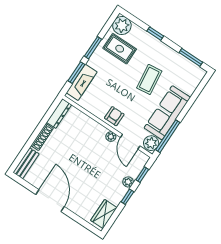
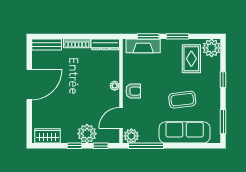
sofa: (167, 113) -> (185, 132), moved
plant: (111, 137) -> (115, 86), moved
plant: (128, 182) -> (87, 134), width x1.88, depth x1.88

